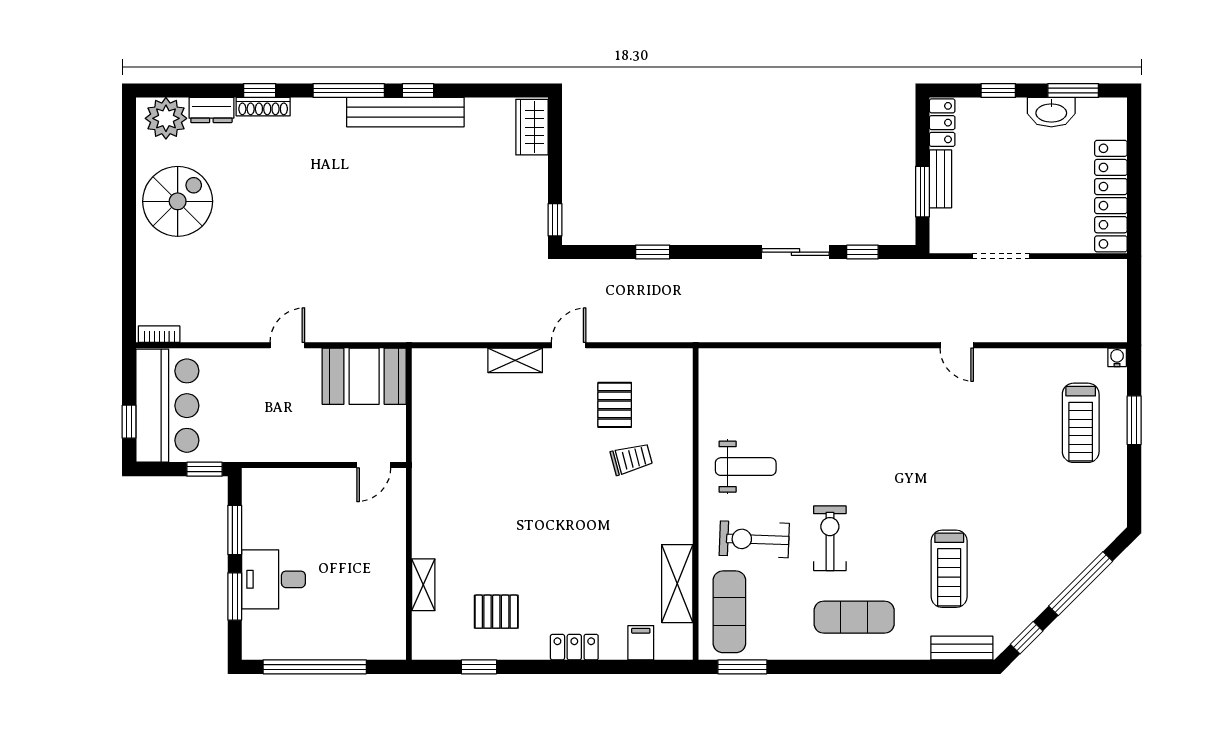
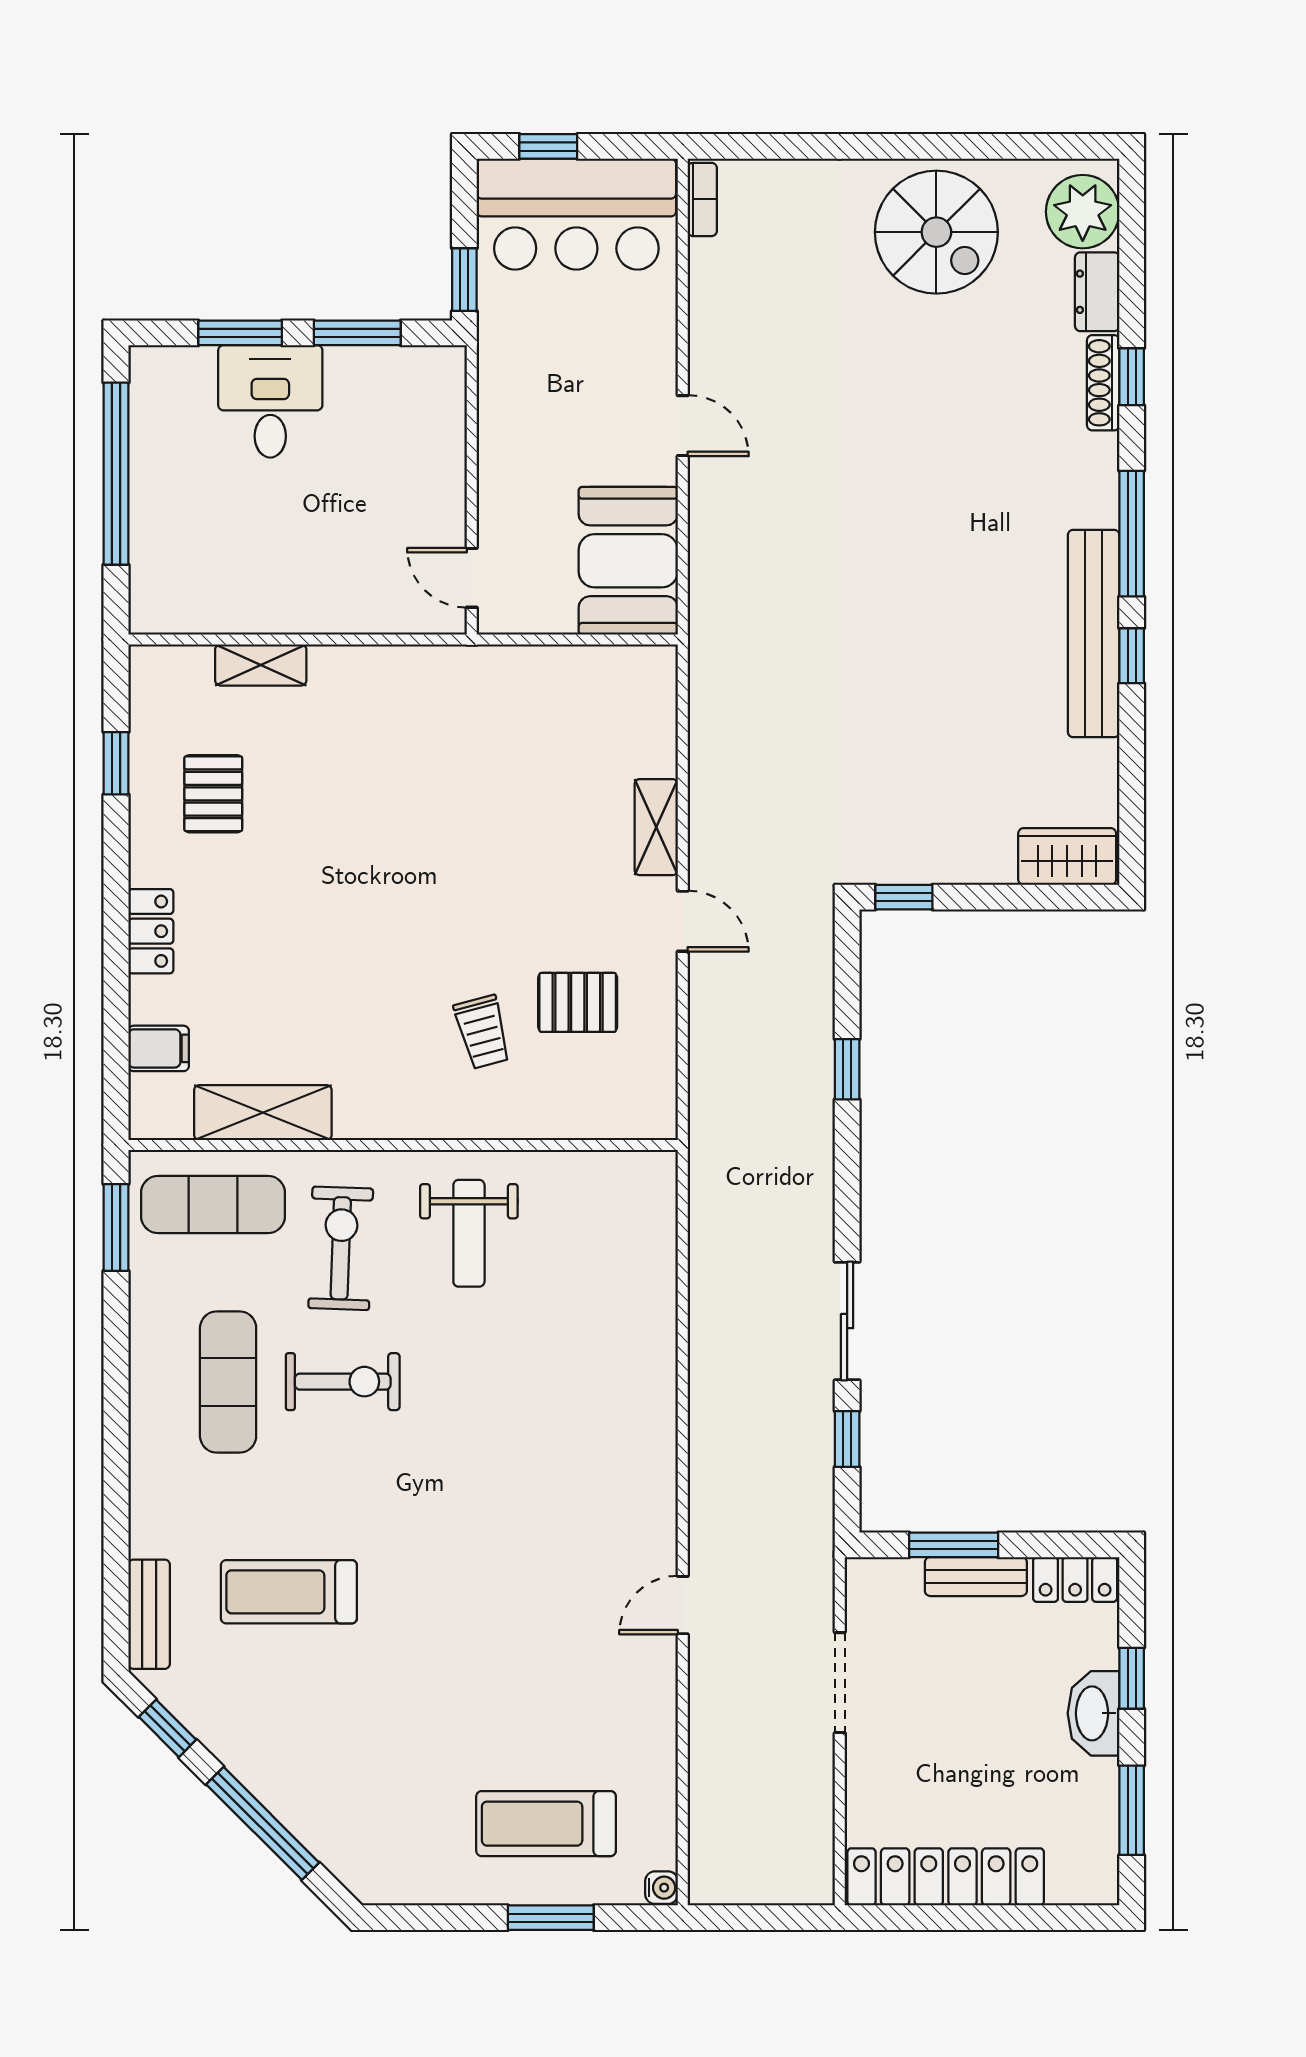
washbasin: (1051, 112) -> (1094, 1713), moved
exercise mat: (854, 617) -> (228, 1382), moved

